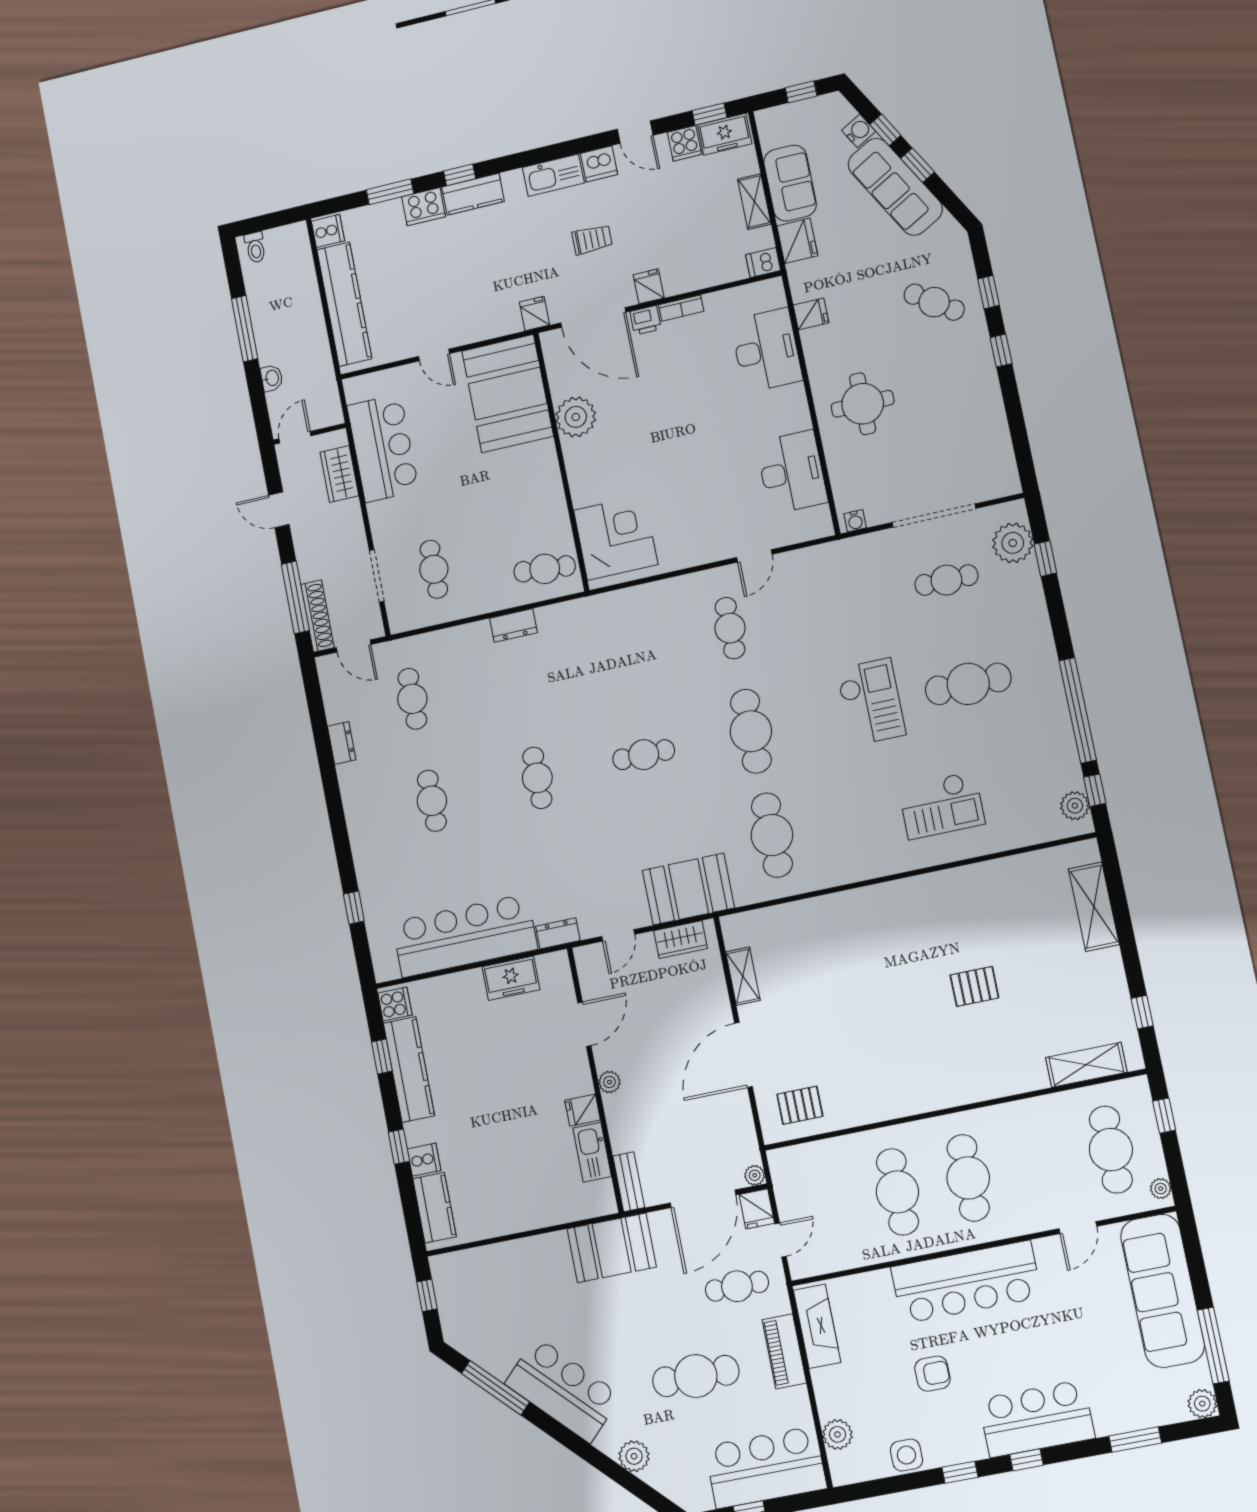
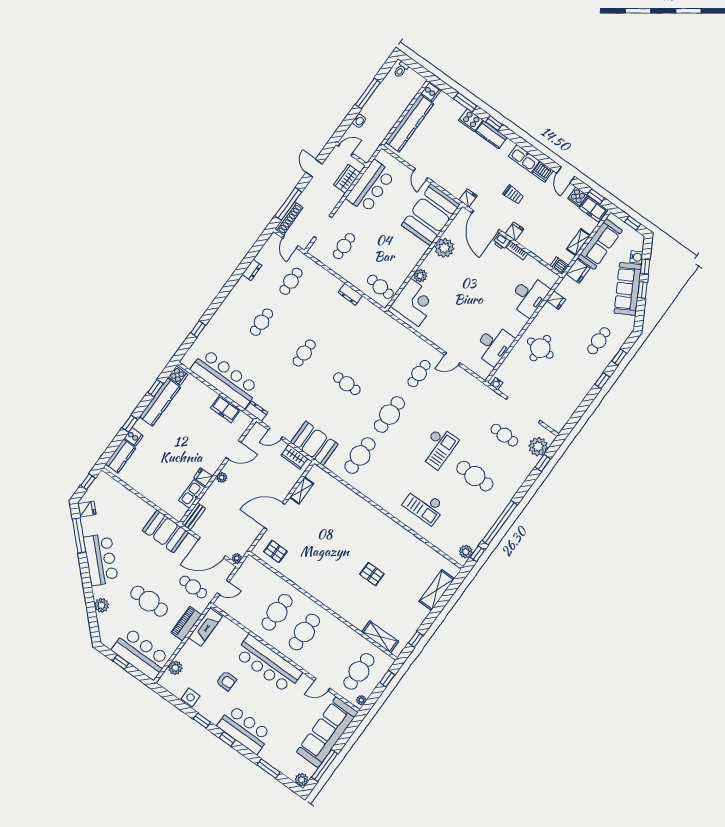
sofa: (790, 183) -> (600, 244), width x1.36
cafe table: (934, 302) -> (599, 341), turned 55
plant: (584, 492) -> (420, 276), added
fridge: (757, 1209) -> (87, 509), moved, turned -135

